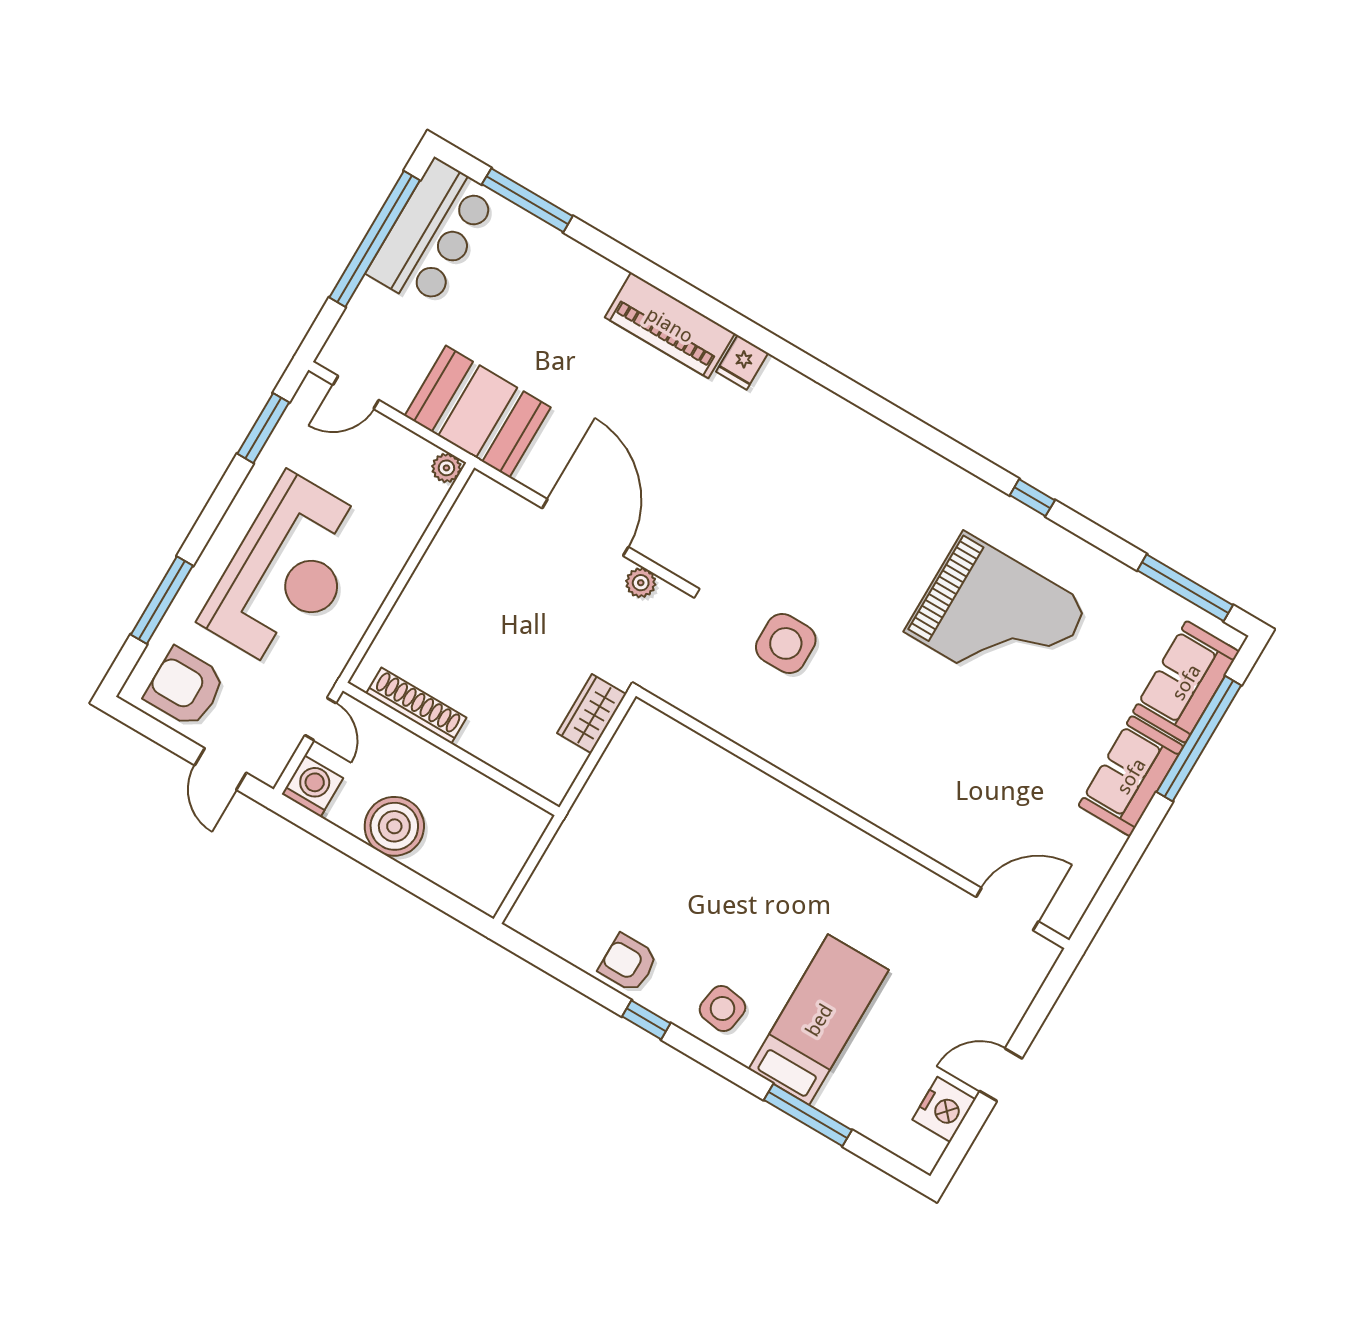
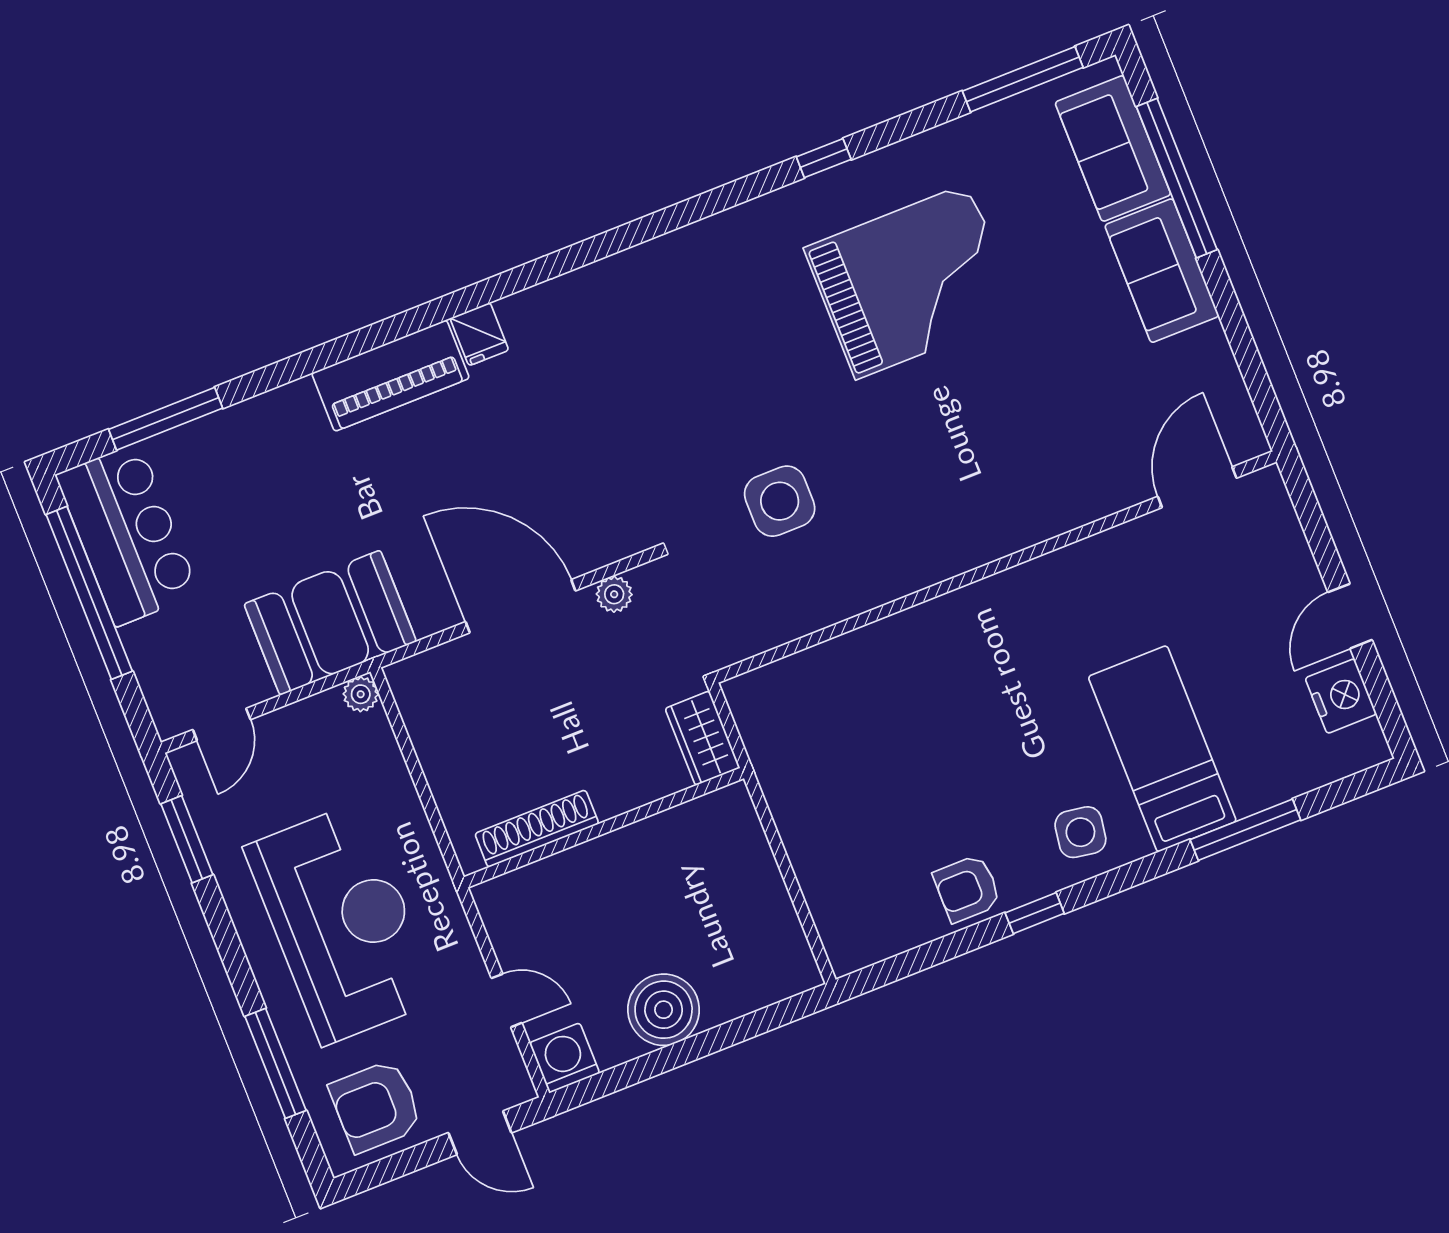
shoe rack: (416, 706) -> (537, 829), moved
wall: (451, 749) -> (604, 828), moved

